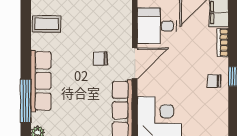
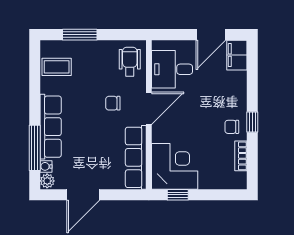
wheelchair: (117, 19) -> (130, 62), added
bookcase: (223, 43) -> (241, 156), moved
water cooler: (36, 119) -> (46, 166), added

